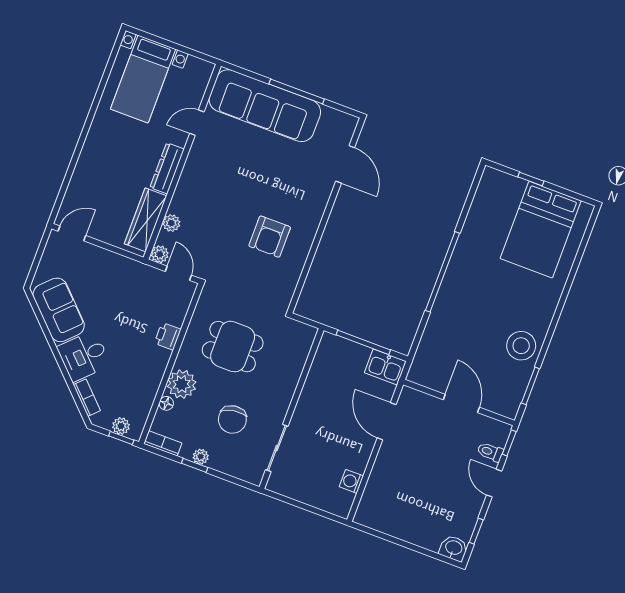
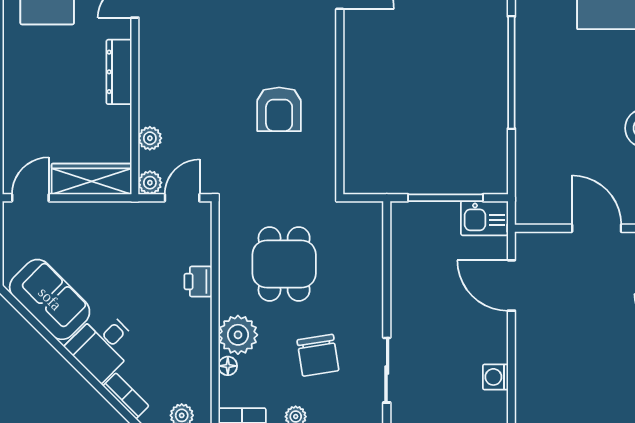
wardrobe: (146, 220) -> (92, 179), moved, turned 90
door: (178, 273) -> (182, 198), hinge flipped
dining table: (233, 347) -> (284, 264), turned 90

